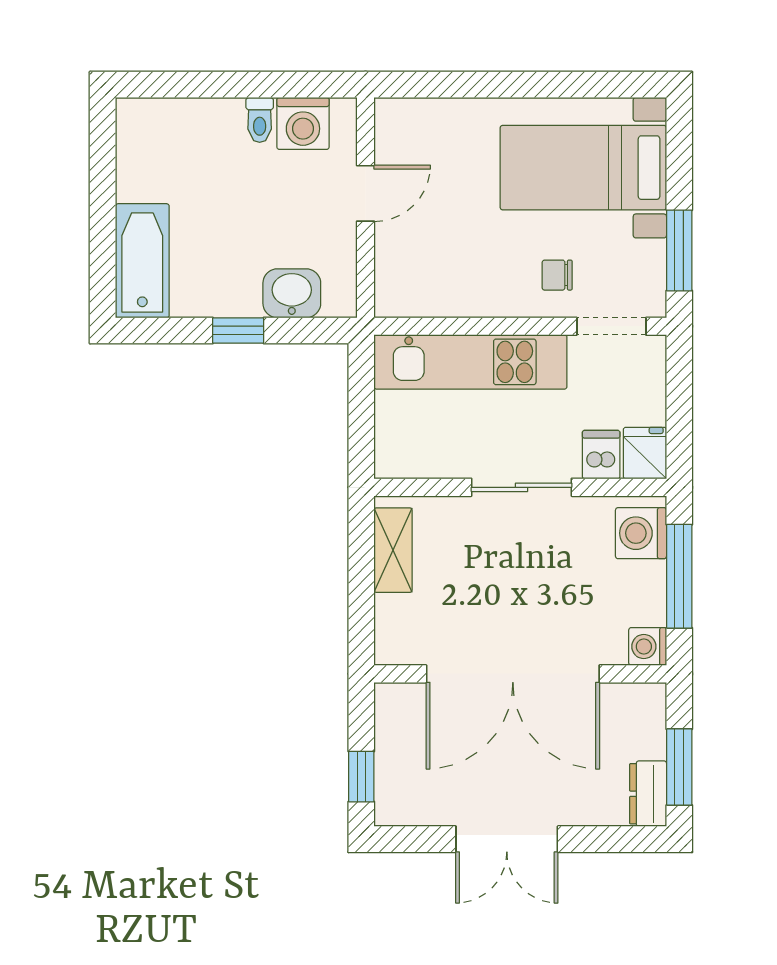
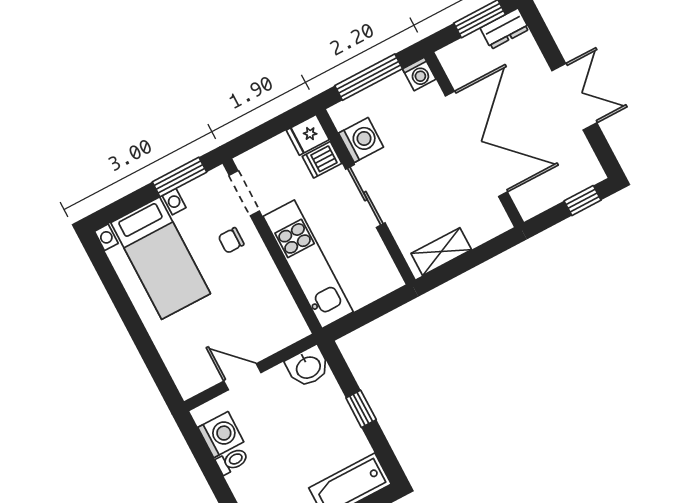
chair: (557, 275) -> (231, 240), turned 90
washbasin: (292, 293) -> (308, 367), moved, turned -90
washing machine: (641, 533) -> (361, 140), moved, turned -90

